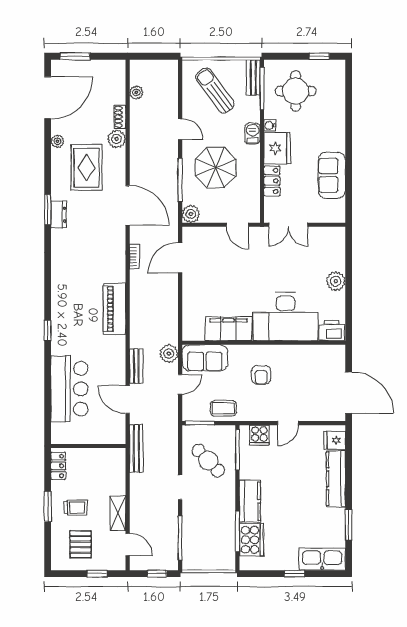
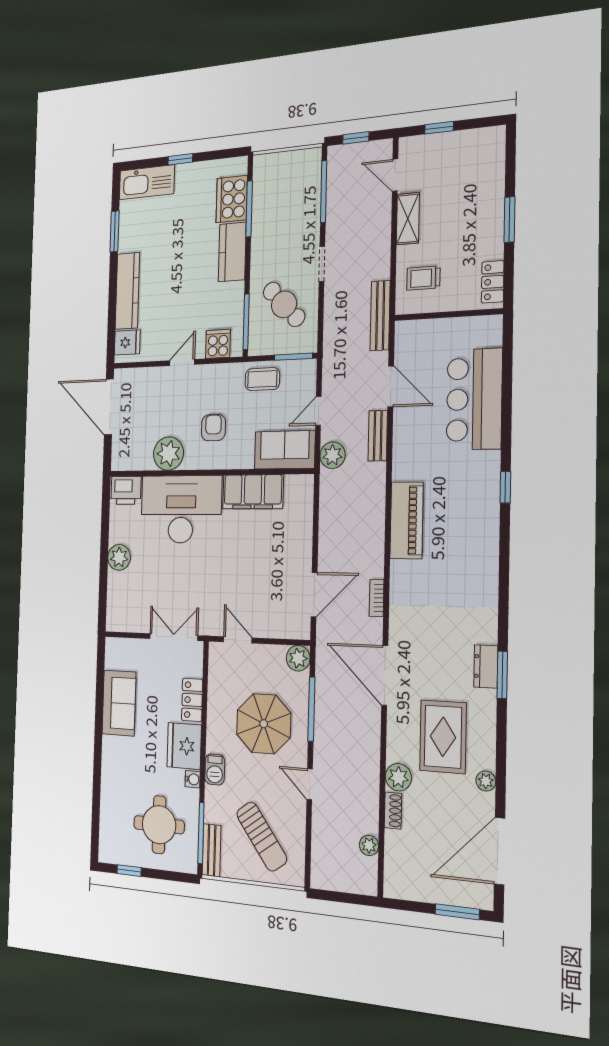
plant: (297, 357) -> (168, 454), added
trolley: (76, 508) -> (423, 278), moved
pallet: (80, 544) -> (462, 168), removed

